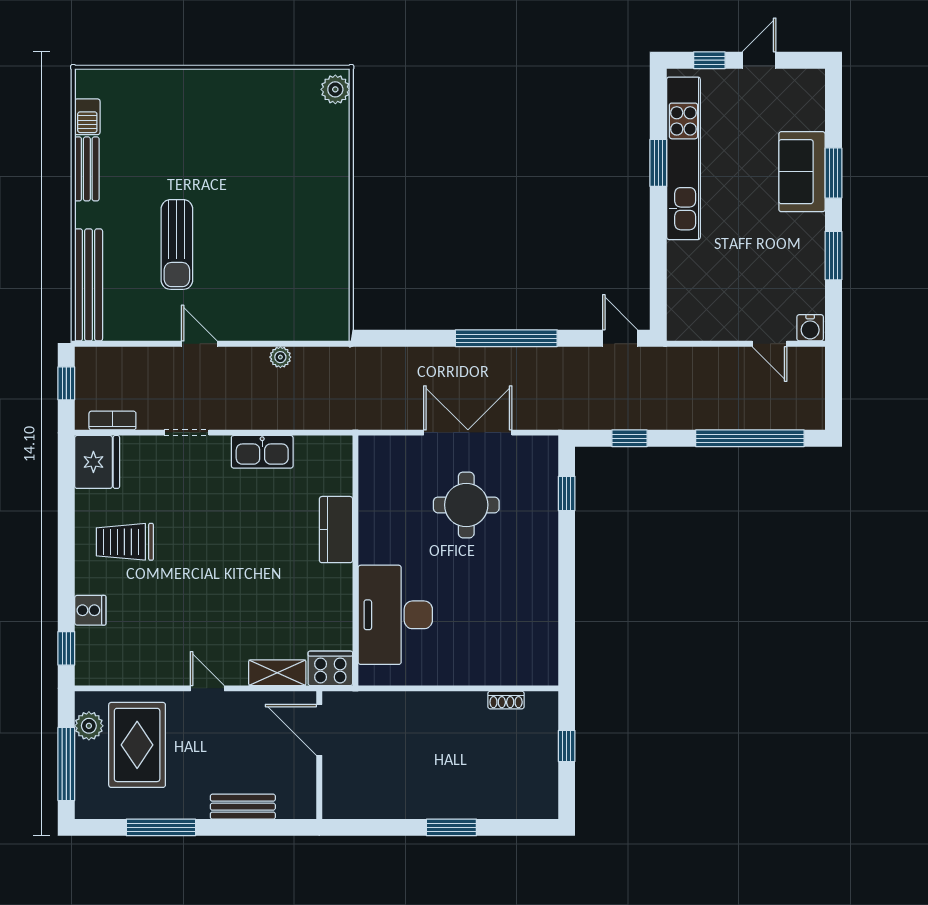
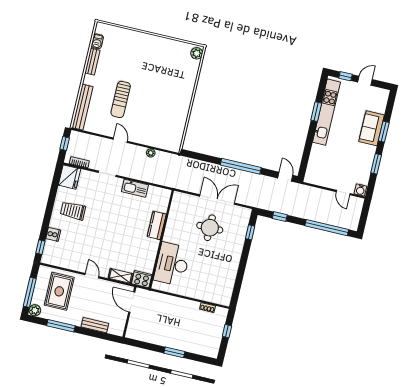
plant: (89, 726) -> (35, 310), moved

